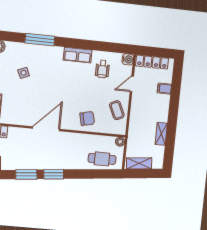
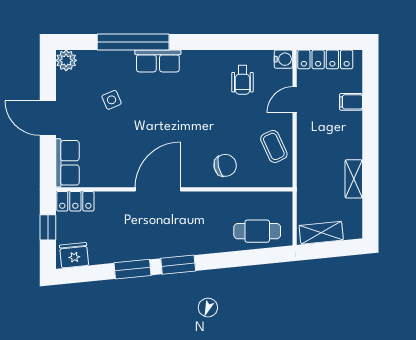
window: (40, 40) -> (133, 42), width x1.46
row of seats: (78, 55) -> (158, 61), moved
plant: (120, 142) -> (285, 199), removed

